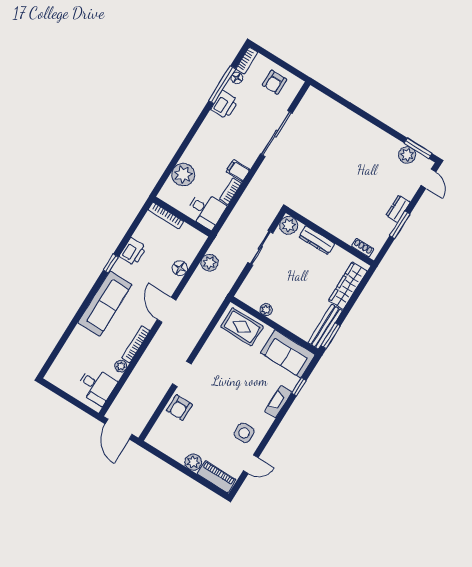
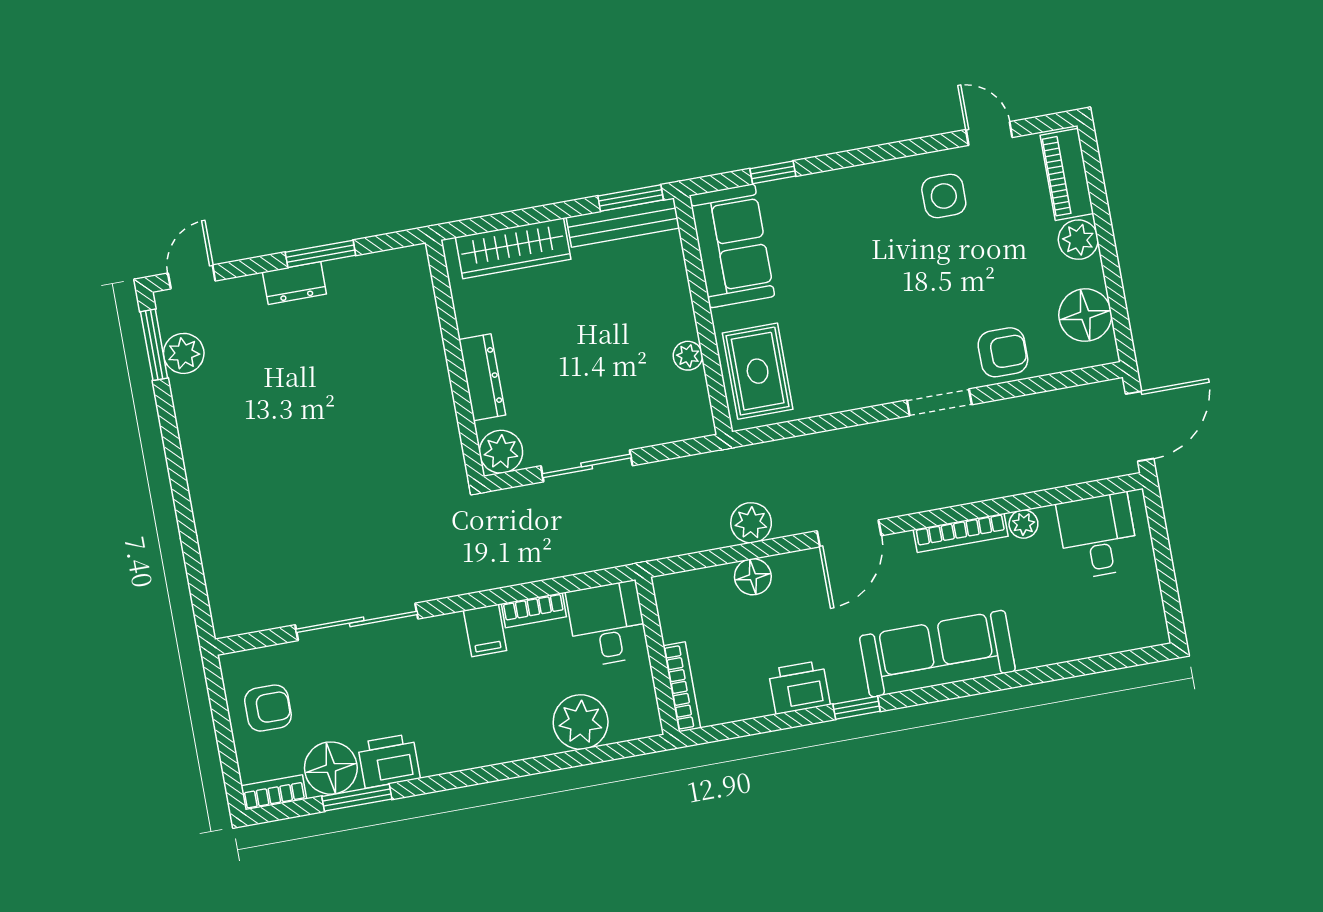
floor lamp: (237, 78) -> (331, 768), width x1.89, depth x1.89
window: (222, 85) -> (357, 798), width x0.69
shoe rack: (363, 248) -> (421, 283), removed
plant: (209, 263) -> (751, 523), moved
fireplace: (278, 402) -> (833, 185), removed
floor lamp: (168, 443) -> (1085, 315), added

